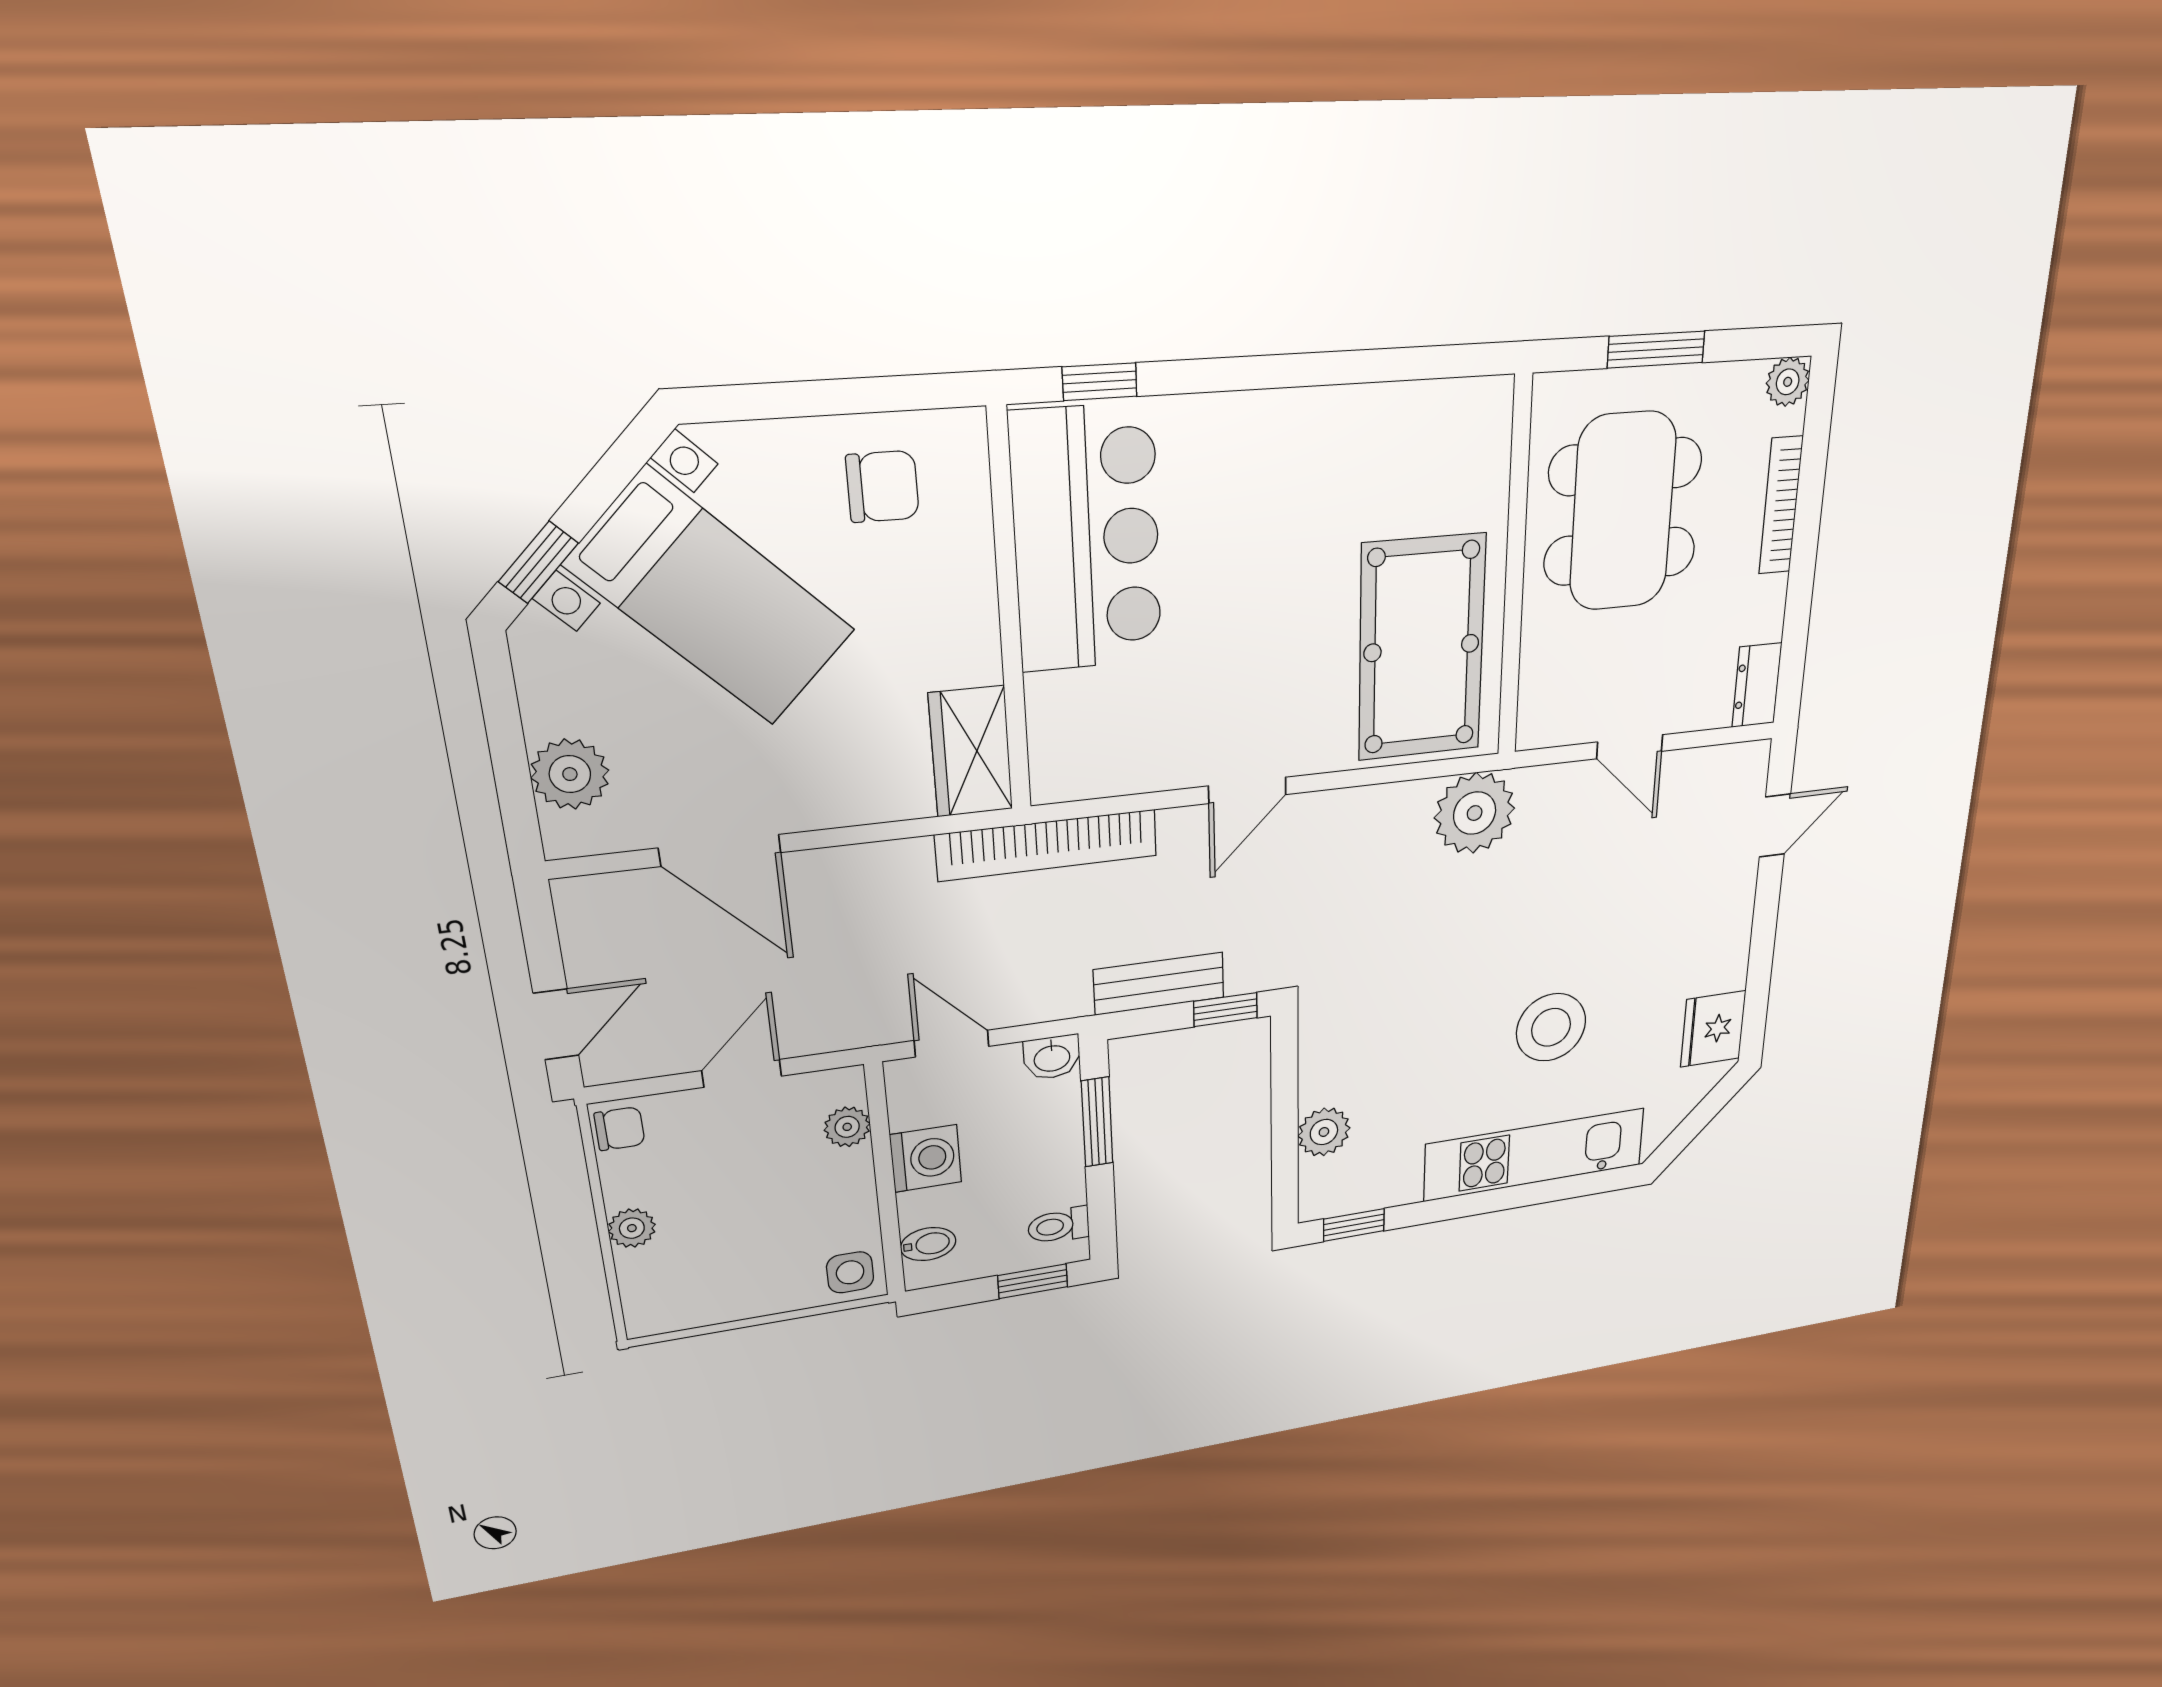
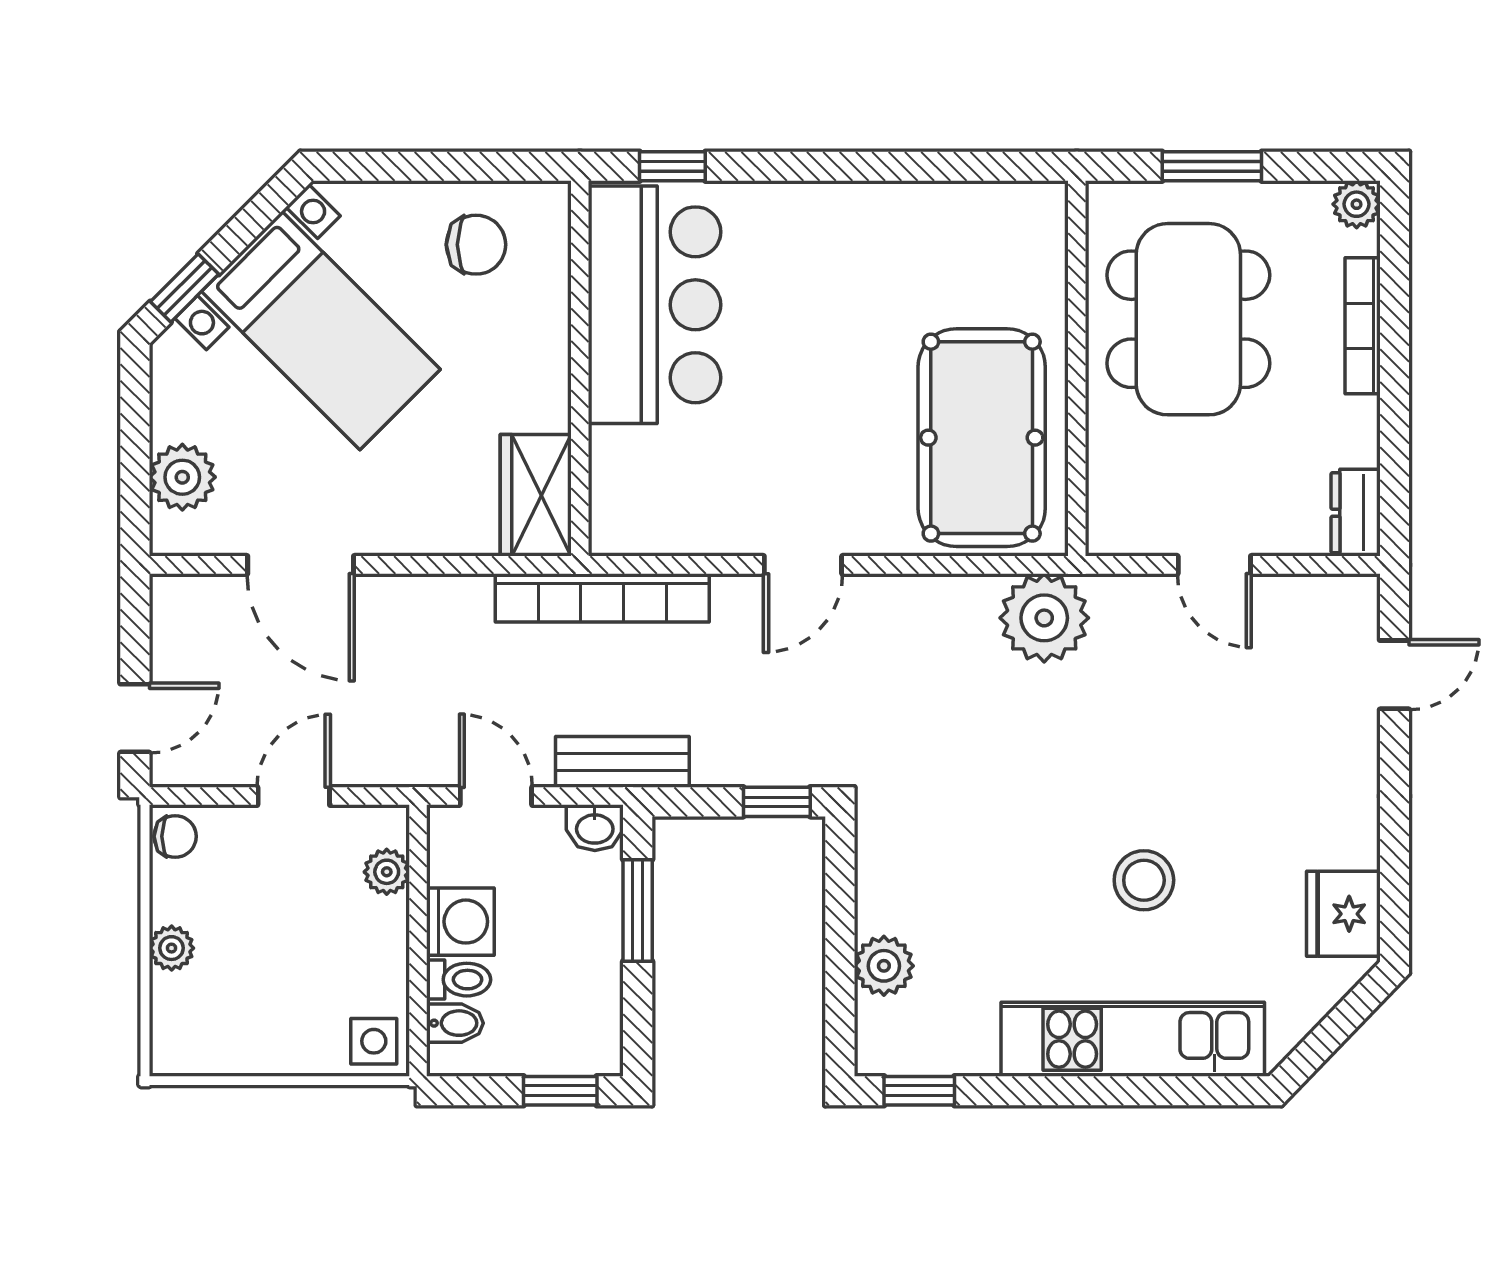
bench: (1159, 984) -> (622, 762), moved
stool: (1551, 1027) -> (1144, 880), width x0.73, depth x0.73
toilet: (1059, 1226) -> (459, 980), moved, turned 180

